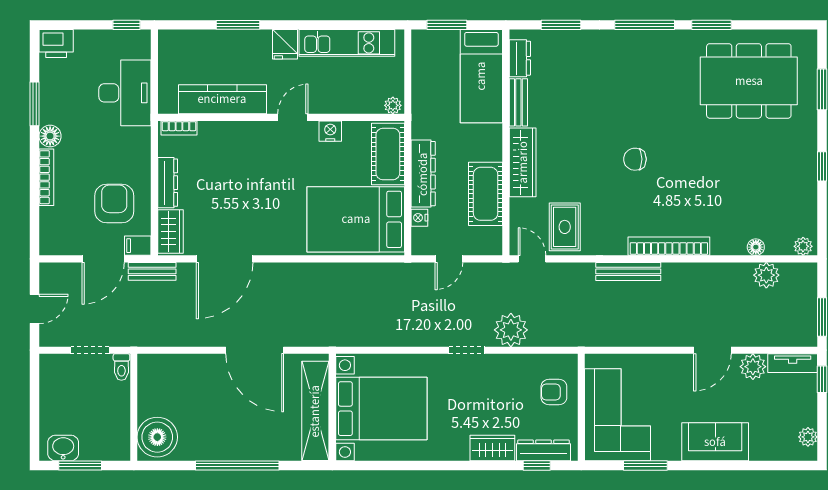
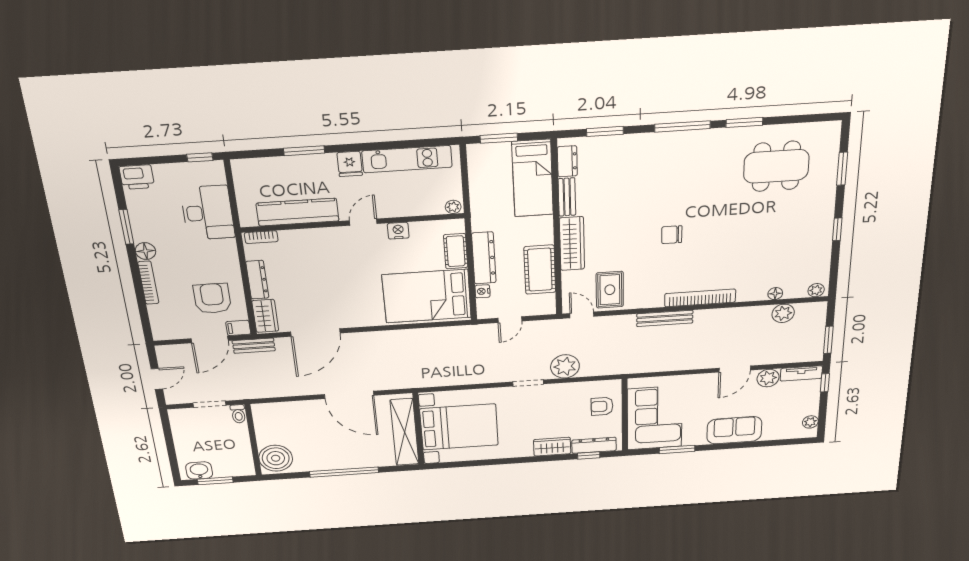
dining table: (749, 81) -> (776, 166), width x0.73, depth x0.80
cot: (388, 154) -> (456, 251), width x0.73, depth x0.75

